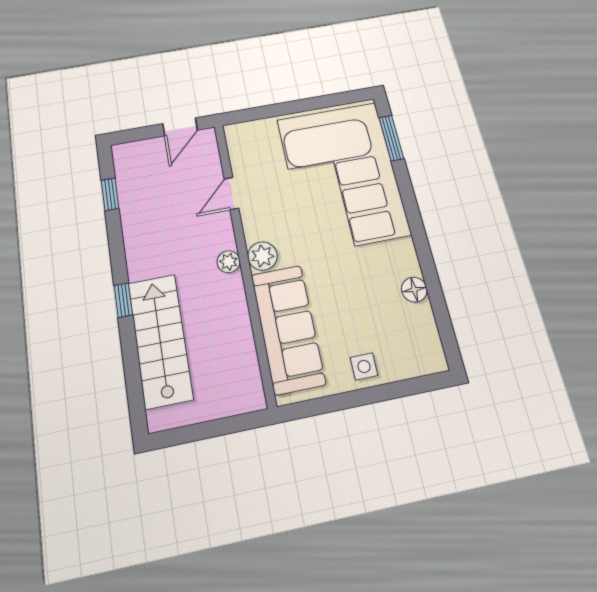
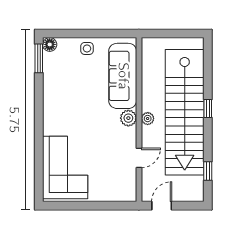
window: (391, 138) -> (39, 58), moved
corner sofa: (343, 176) -> (65, 168), width x0.73, depth x0.74
floor lamp: (414, 290) -> (50, 44), moved
stairs: (160, 340) -> (185, 112), width x1.86, depth x1.51

